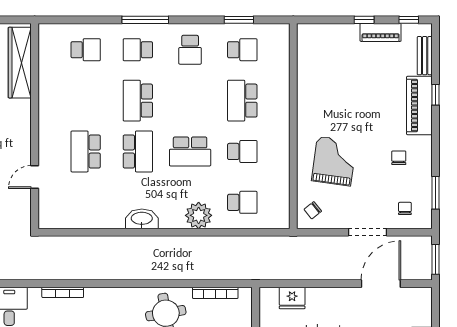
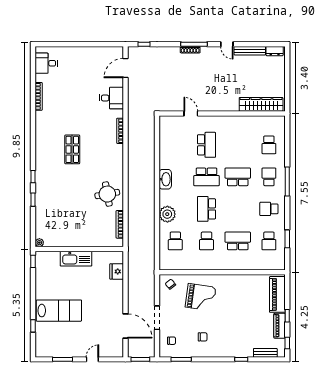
piano: (419, 106) -> (277, 294), moved, turned -90
school desk: (86, 151) -> (207, 145), turned 90

